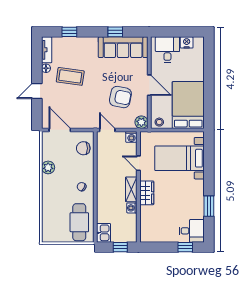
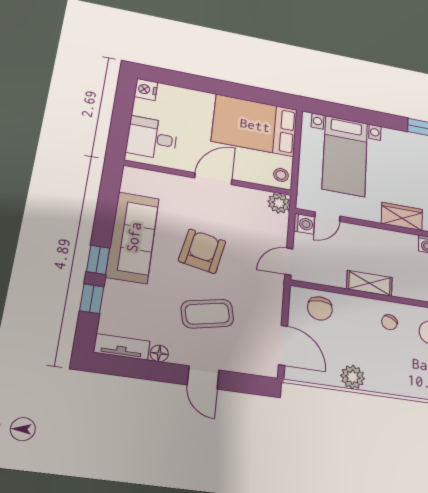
window: (115, 32) -> (98, 260), moved
nightstand: (187, 42) -> (146, 89), moved
sofa: (123, 47) -> (133, 237), moved
coffee table: (70, 76) -> (207, 314), moved, turned 70
armchair: (120, 97) -> (202, 251), moved
door: (60, 130) -> (283, 345), swing flipped
door: (138, 163) -> (327, 217), moved
shelving: (131, 189) -> (369, 283), moved

